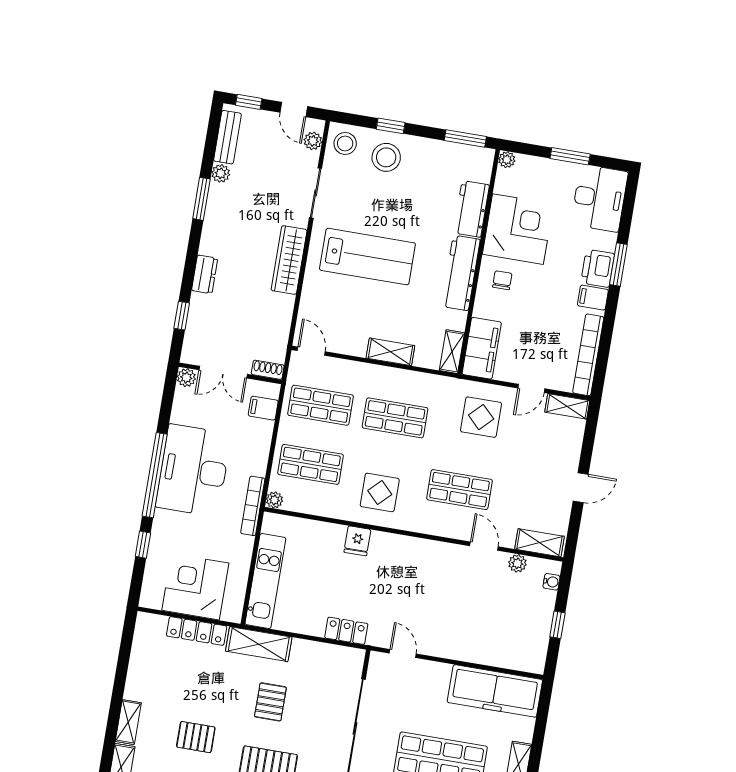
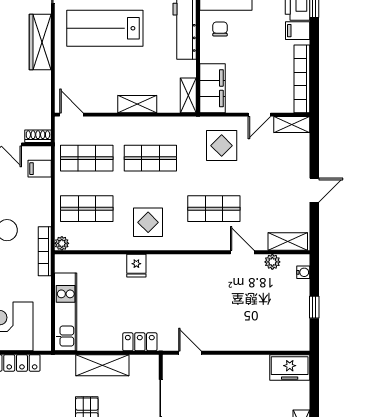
lab bench: (367, 257) -> (105, 28), turned 180
shelving: (259, 644) -> (102, 365), moved
freezer: (495, 691) -> (290, 367), width x0.52, depth x0.79

